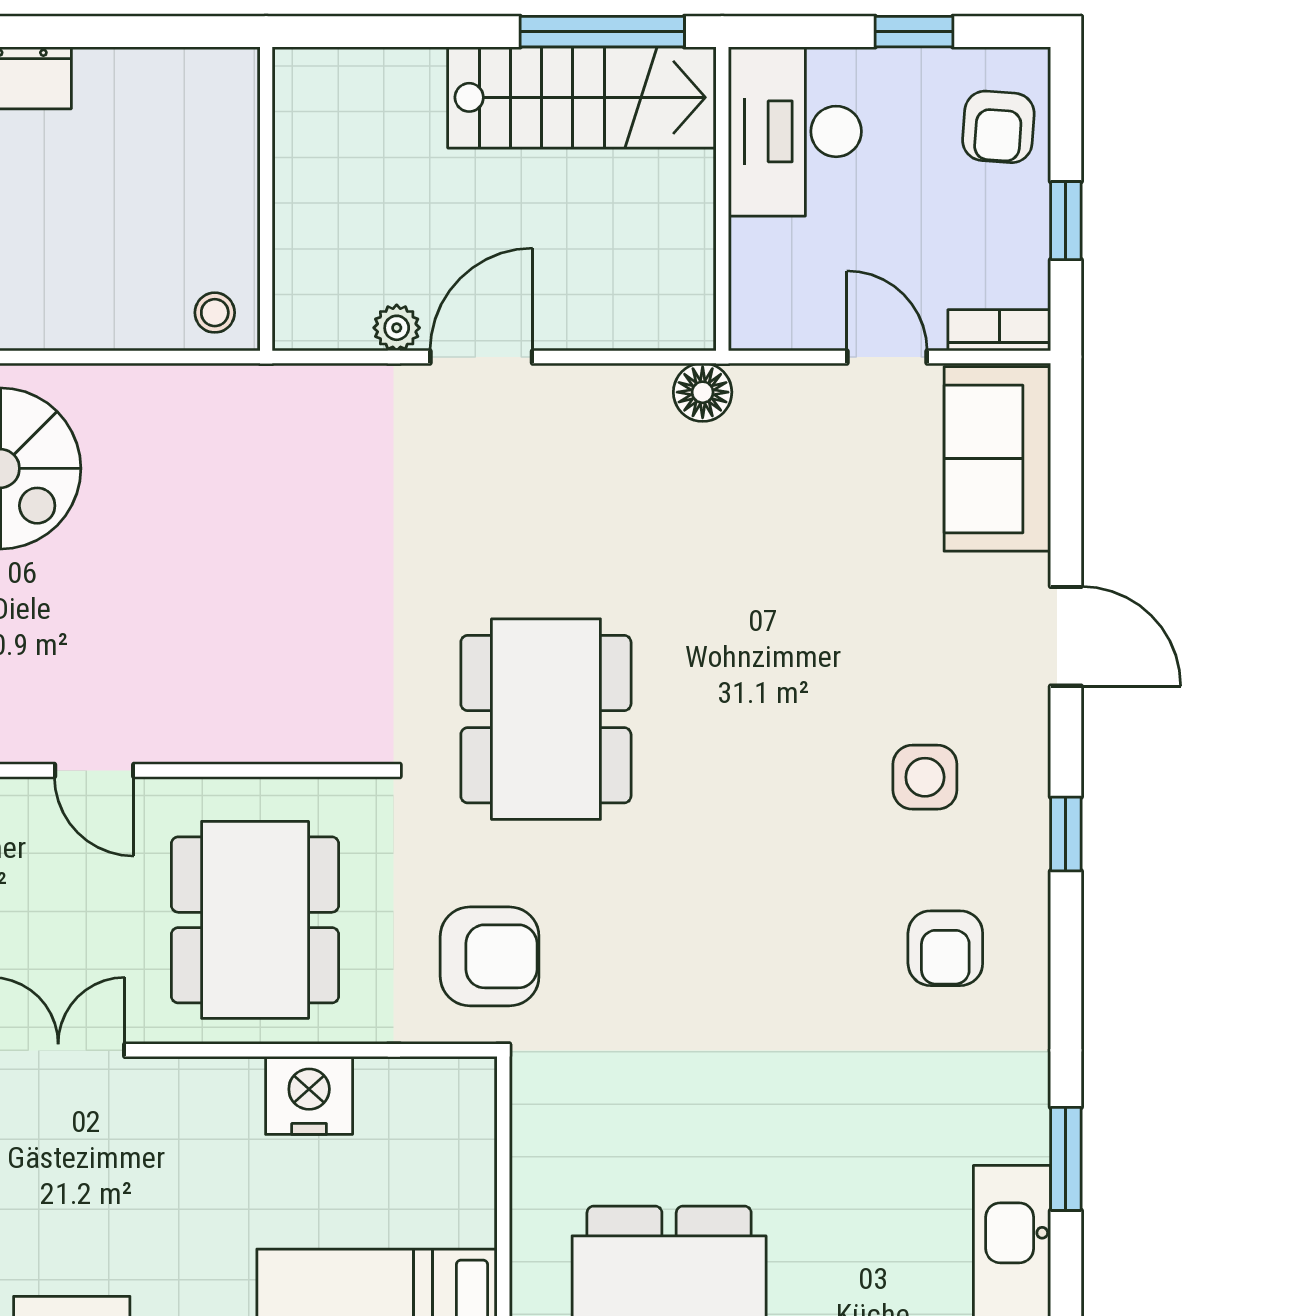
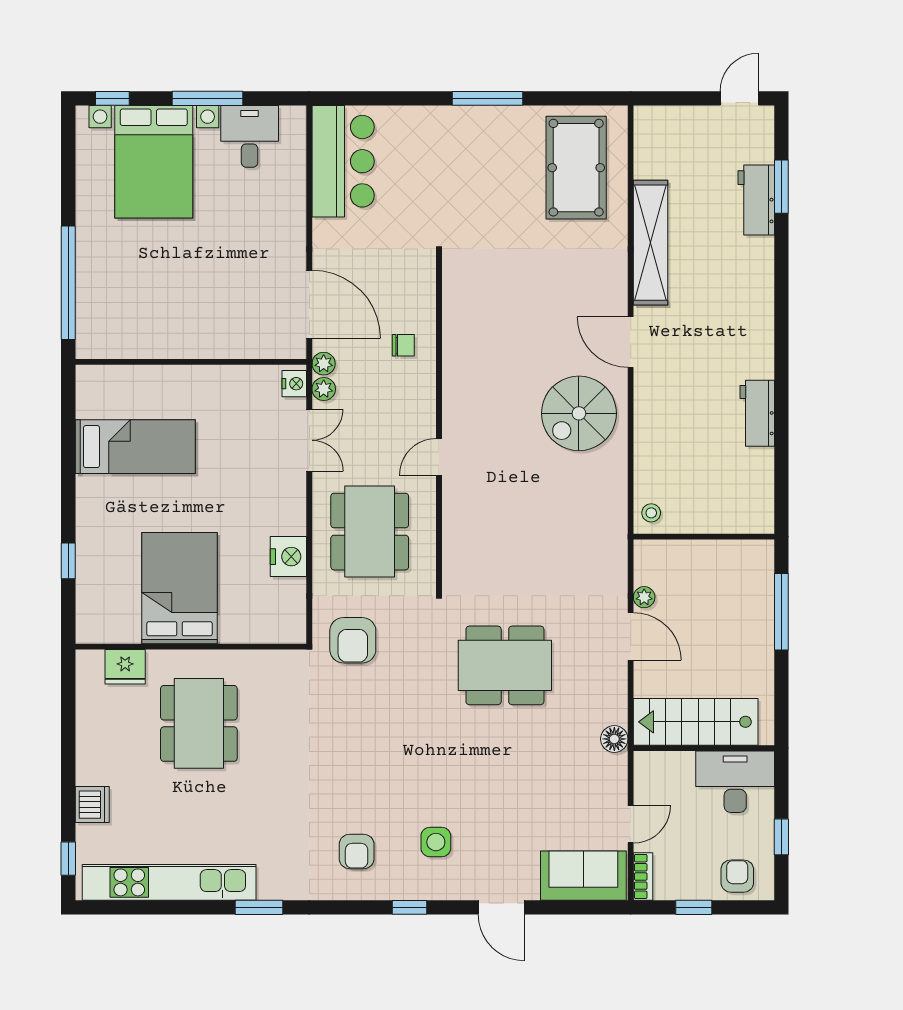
window: (602, 32) -> (781, 612), moved
stairs: (582, 97) -> (696, 722), moved, turned 90
armchair: (998, 127) -> (737, 876), turned 86
door: (1066, 636) -> (501, 907), hinge flipped
dining table: (546, 719) -> (505, 665), moved
dining table: (255, 920) -> (370, 532), turned 90
armchair: (945, 948) -> (357, 851), turned -90

